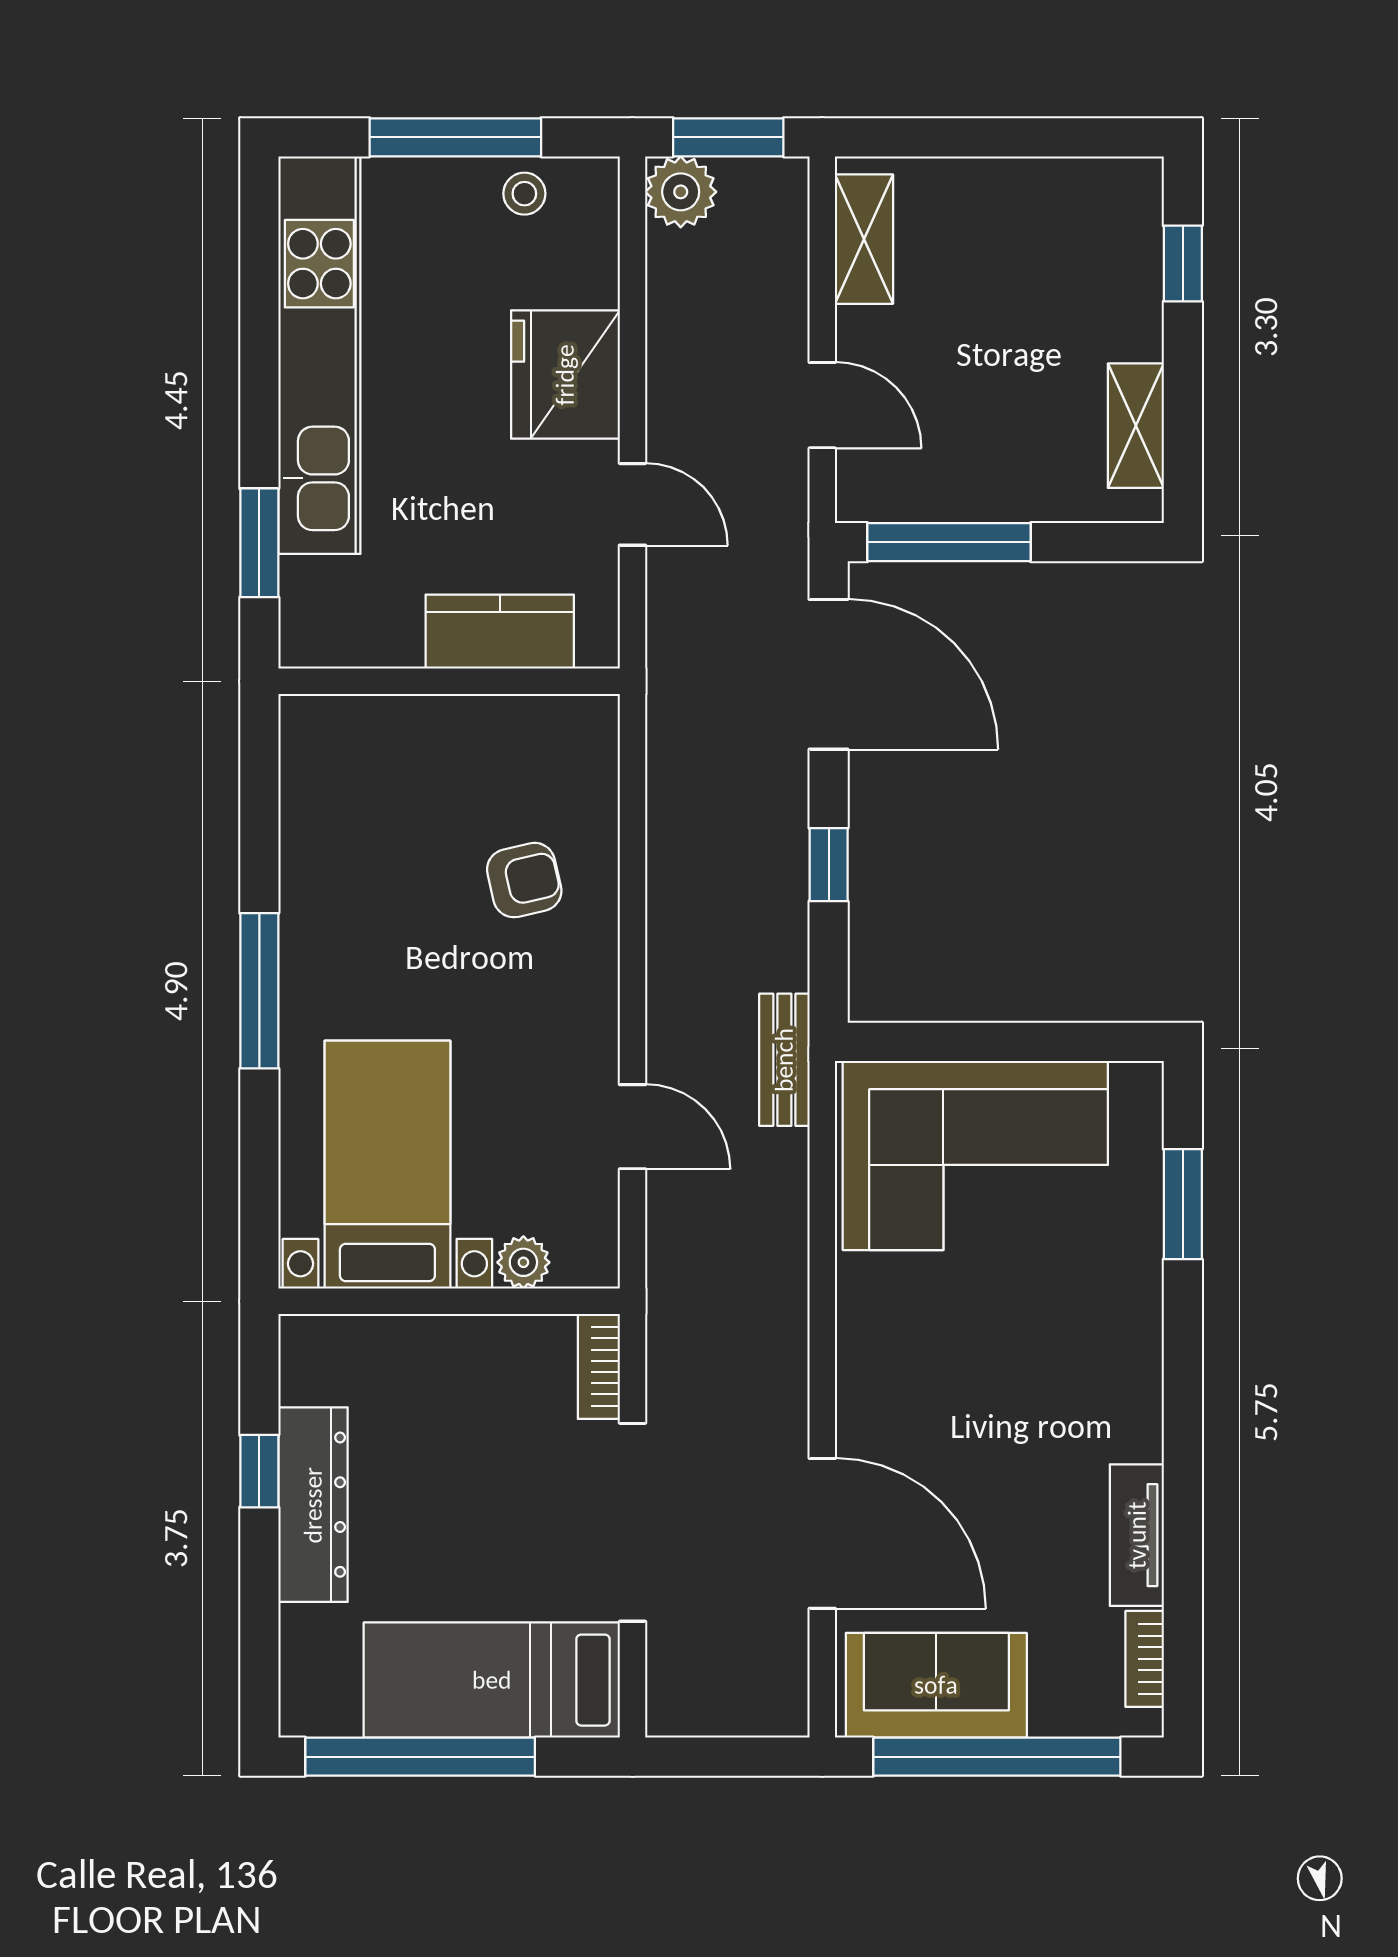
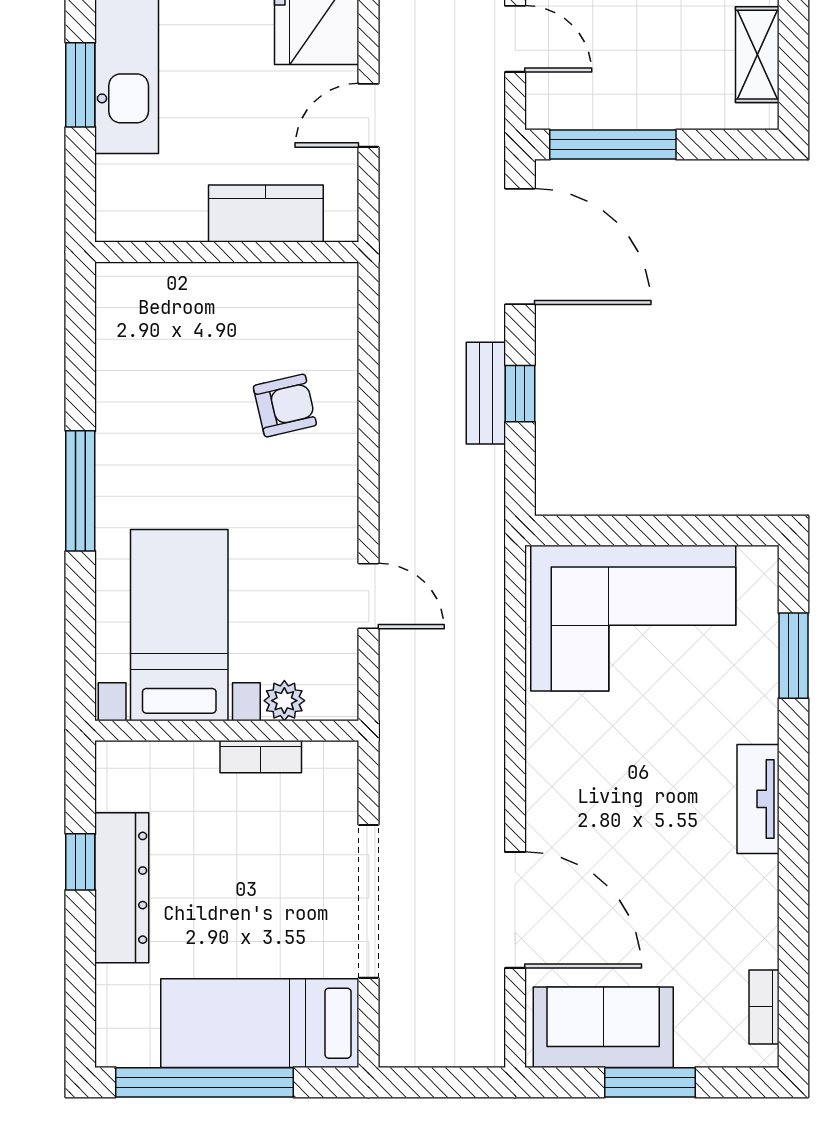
door: (632, 504) -> (369, 115), swing flipped
window: (259, 543) -> (80, 85), moved
bench: (784, 1060) -> (486, 393), moved
bookcase: (599, 1366) -> (261, 757), moved, turned -90
tv unit: (1137, 1535) -> (758, 799), moved
window: (997, 1757) -> (650, 1082), width x0.47

